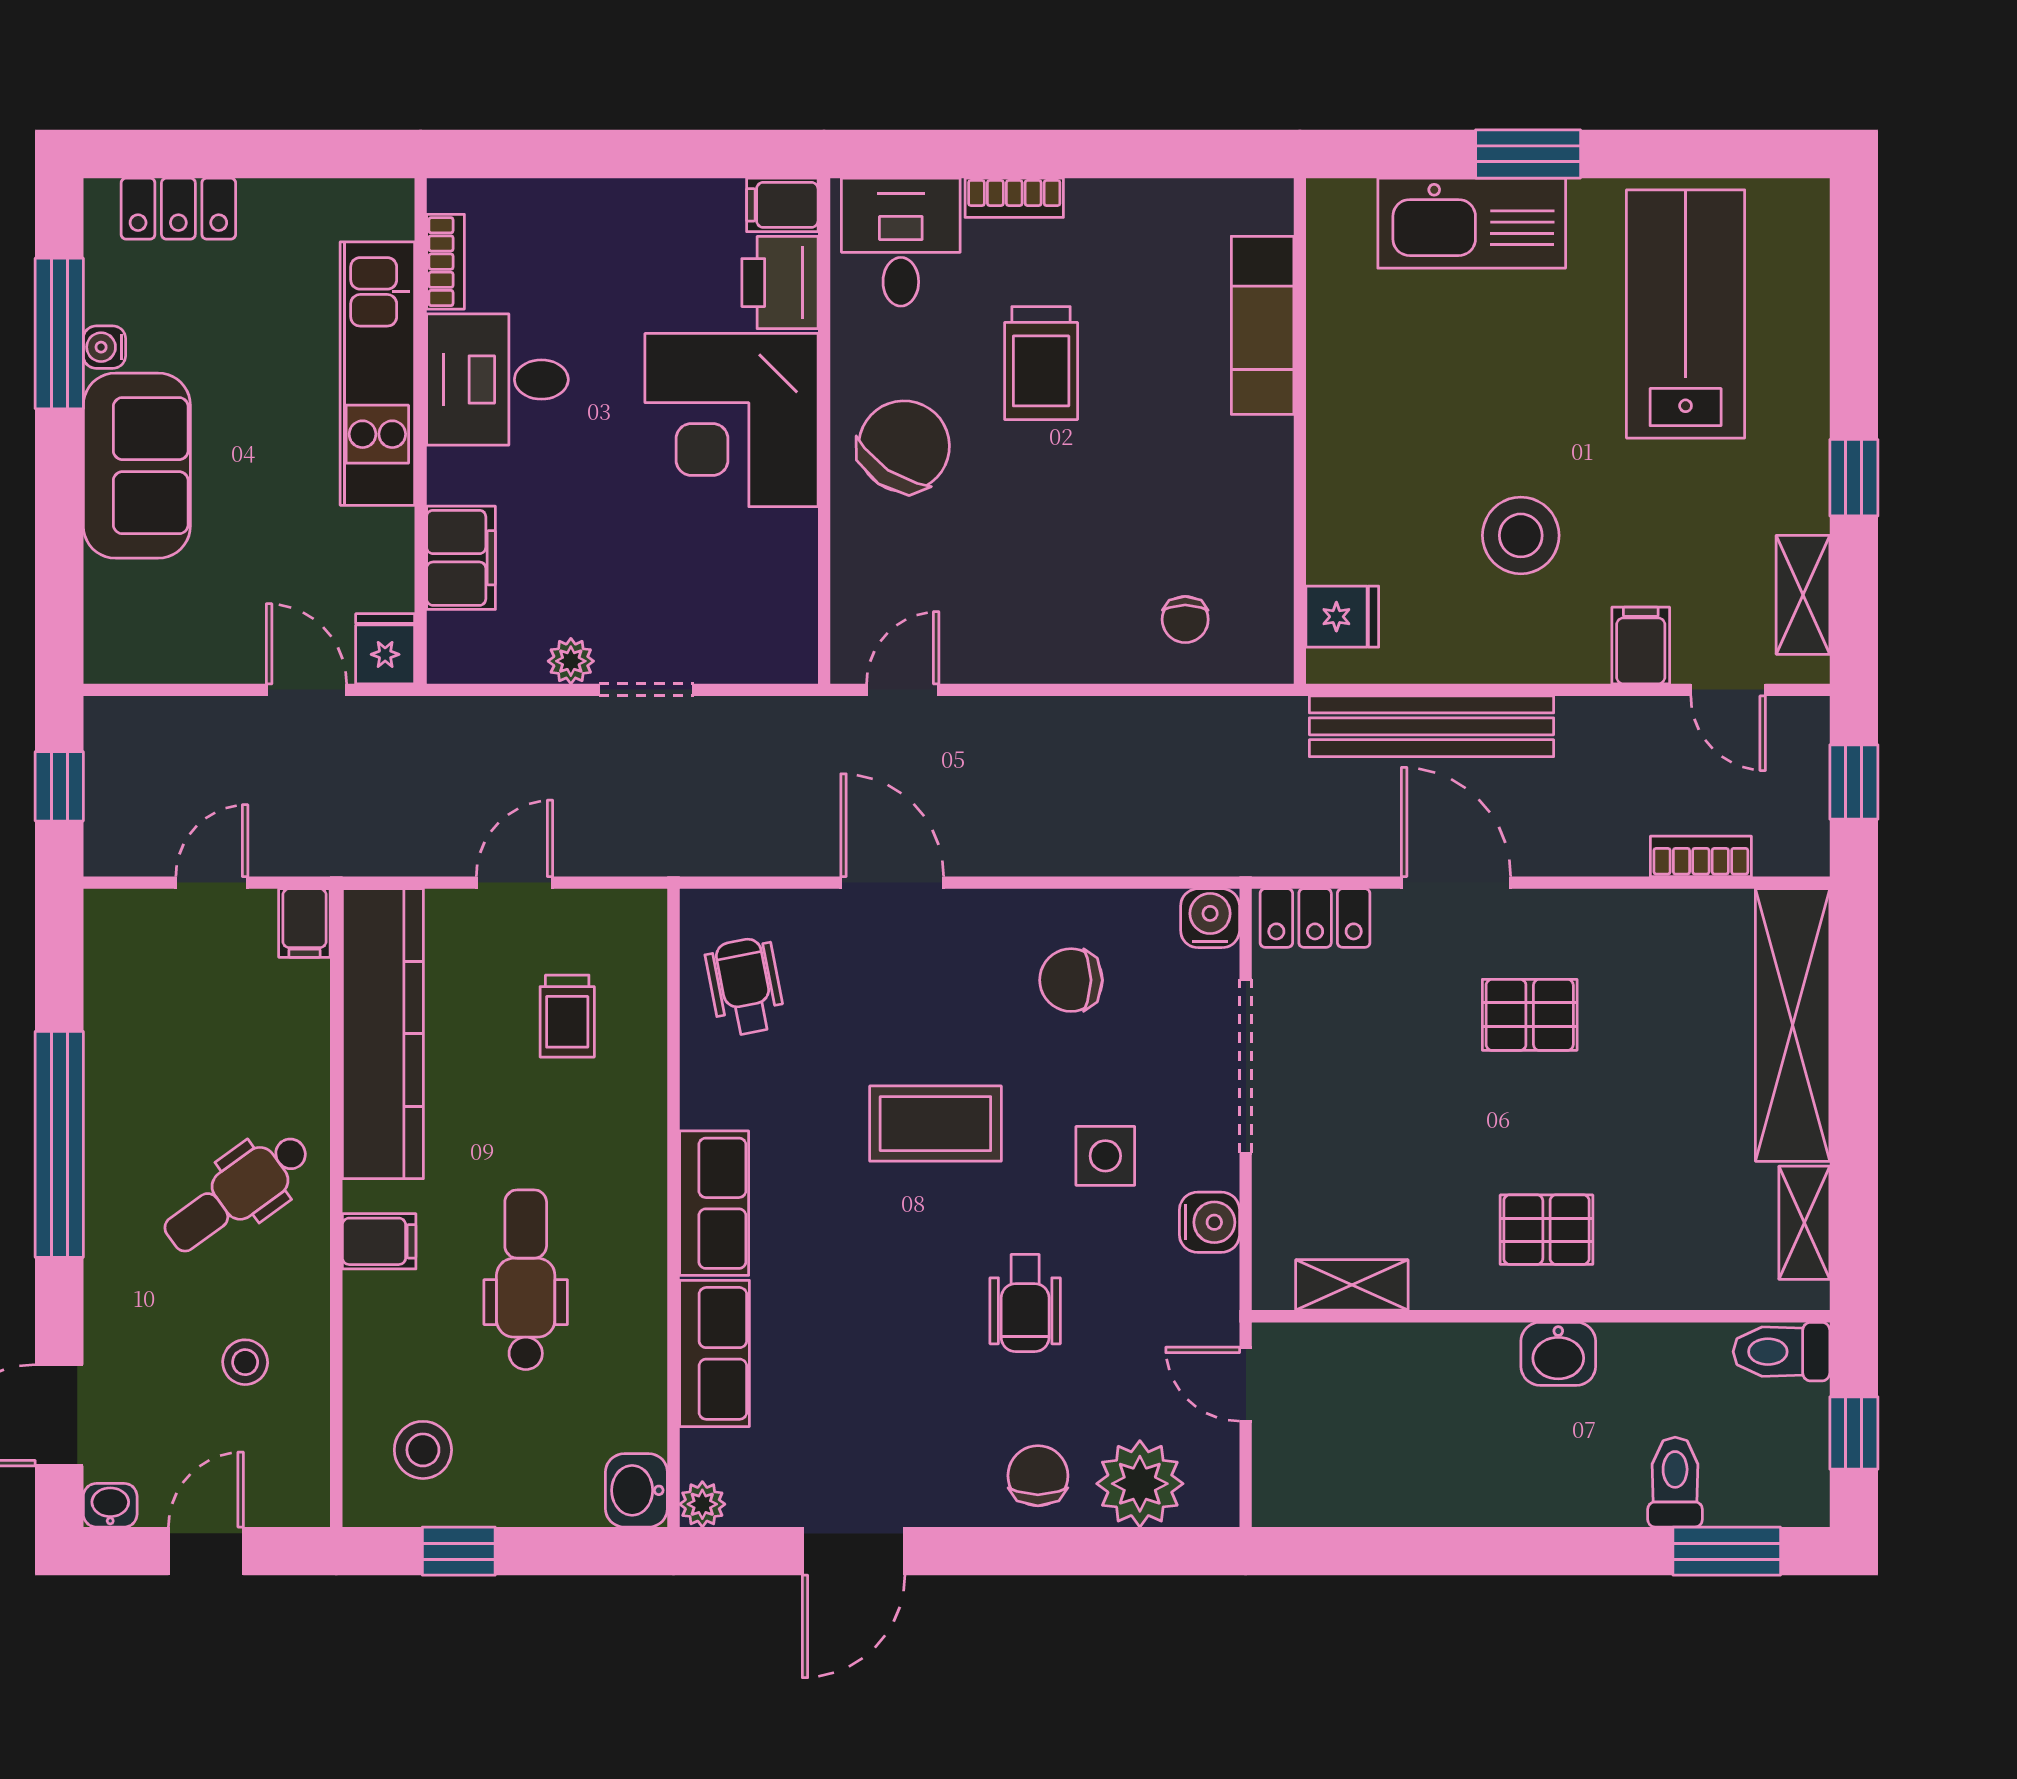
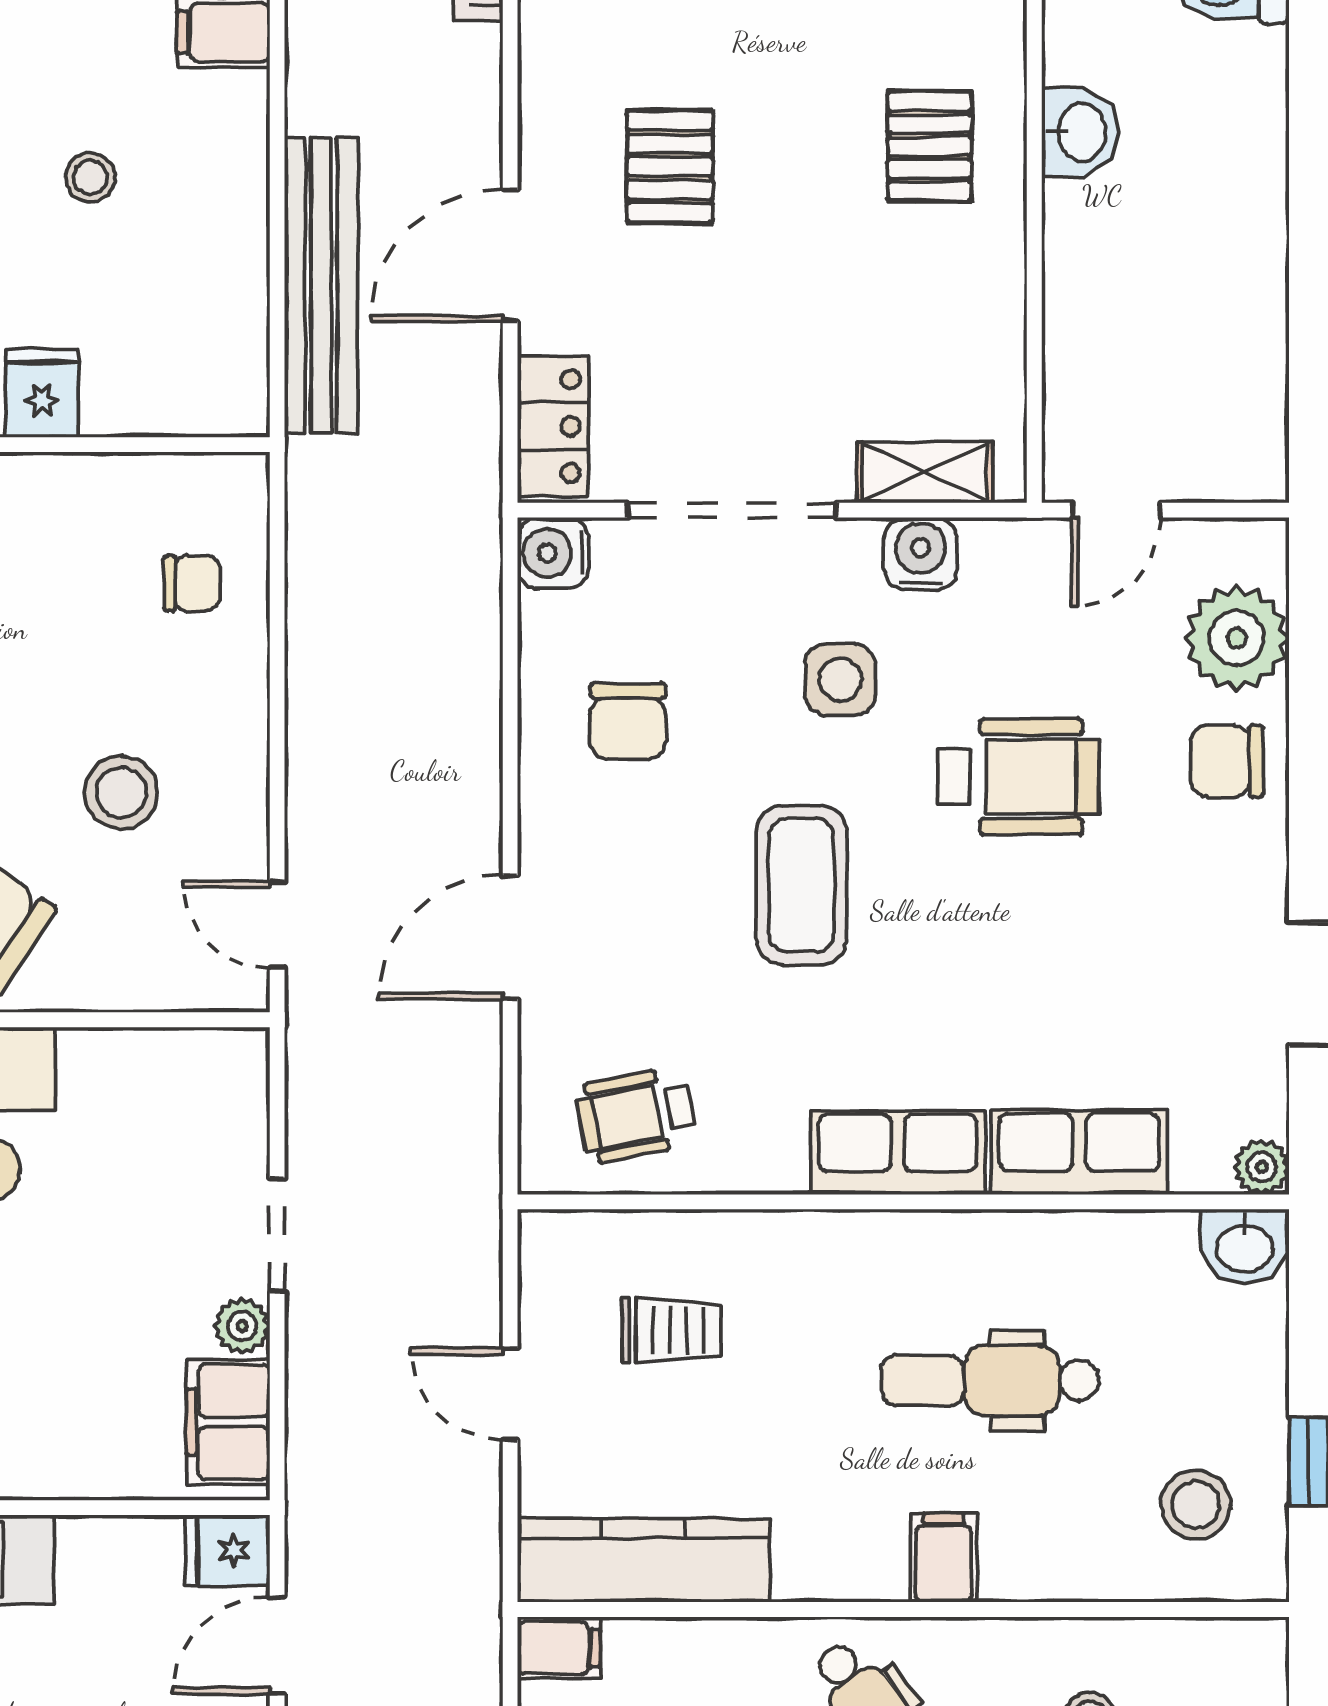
stool: (1521, 535) -> (90, 177), width x0.53, depth x0.53
filing cabinet: (461, 558) -> (228, 1422), moved, turned -90
stool: (1012, 561) -> (121, 792), added
fridge: (1342, 617) -> (42, 393), moved
kitchen counter: (383, 1034) -> (644, 1560), width x0.72, depth x0.86
shelving: (1352, 1285) -> (925, 472), moved, turned 90
wheelchair: (1025, 1303) -> (1018, 777), width x1.36, depth x1.37

